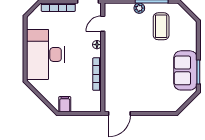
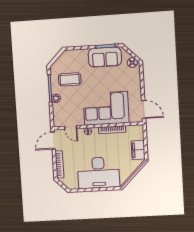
corner sofa: (123, 68) -> (106, 108), added
floor lamp: (177, 103) -> (132, 63), added
filing cabinet: (65, 104) -> (138, 150), width x2.00

